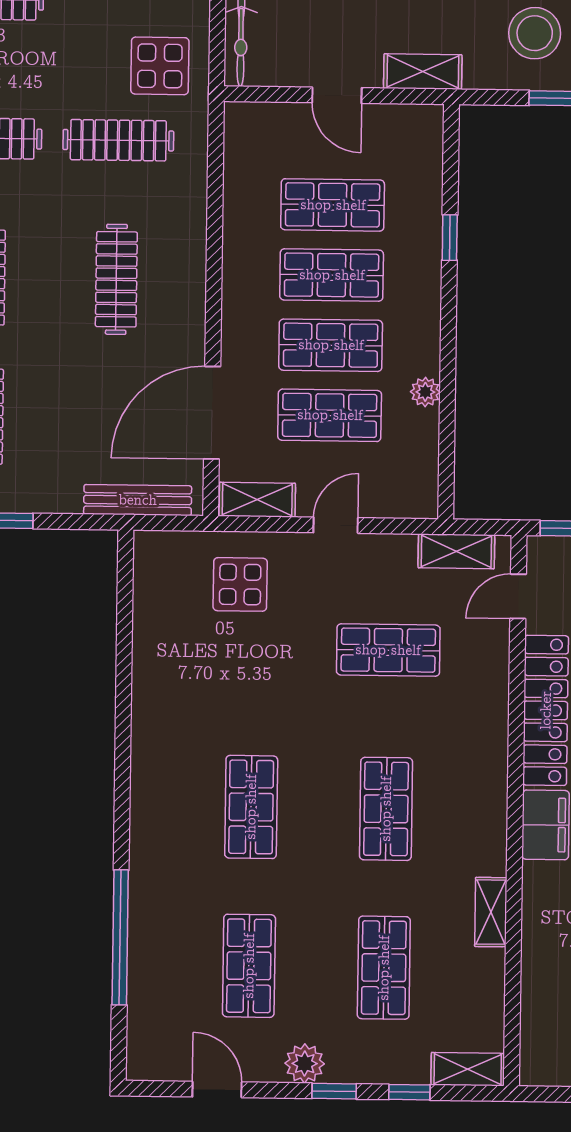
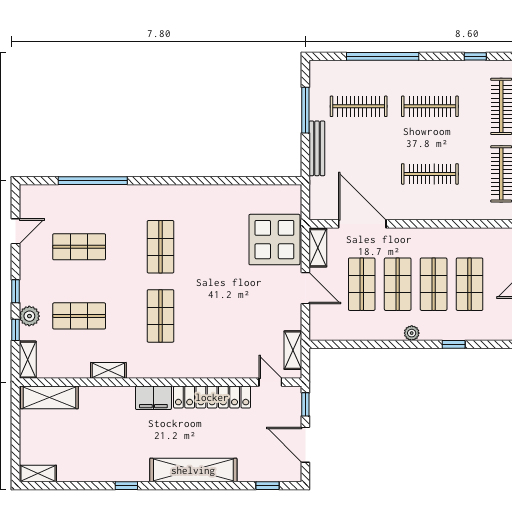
plant: (425, 392) -> (412, 333), moved
bench: (138, 500) -> (317, 148), moved
door: (336, 525) -> (305, 288), width x1.38
display table: (240, 584) -> (274, 240), width x1.86, depth x1.86
shop shelf: (388, 650) -> (242, 316), removed
shop shelf: (251, 807) -> (160, 247), turned 90
shop shelf: (386, 809) -> (160, 316), turned 90
shelving: (542, 1028) -> (49, 397), added
plant: (305, 1064) -> (29, 316), moved

